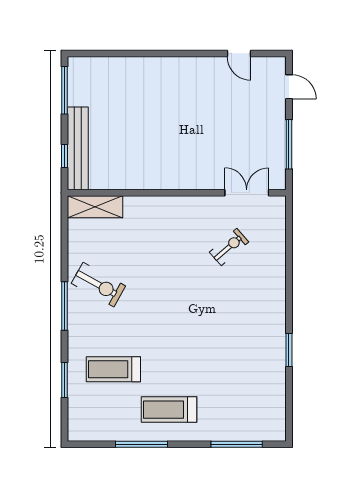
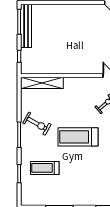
bench: (78, 148) -> (26, 26), moved
shelving: (95, 207) -> (42, 83), width x1.47
treadmill: (169, 410) -> (78, 137), moved, width x1.37, depth x1.38

